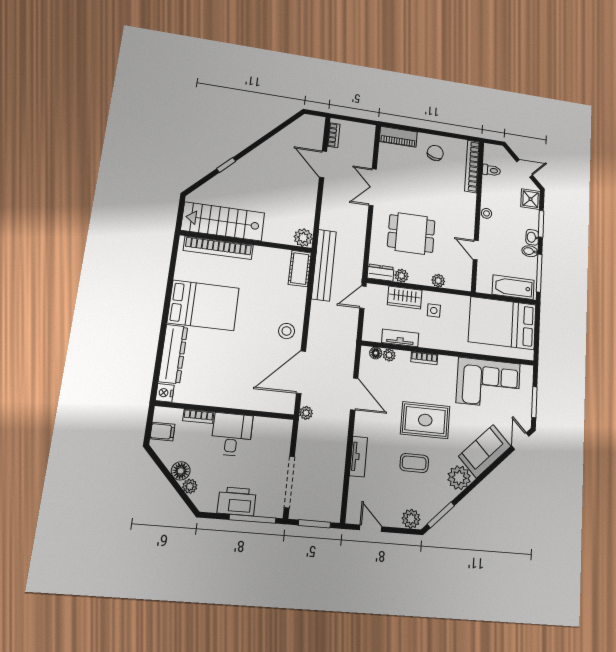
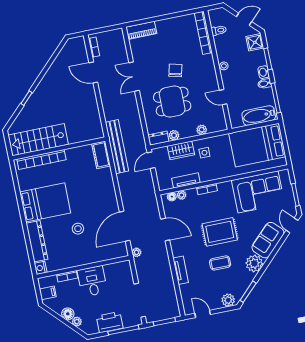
chair: (435, 153) -> (175, 70), moved
plant: (303, 238) -> (96, 132), removed
stool: (287, 331) -> (78, 229), moved

